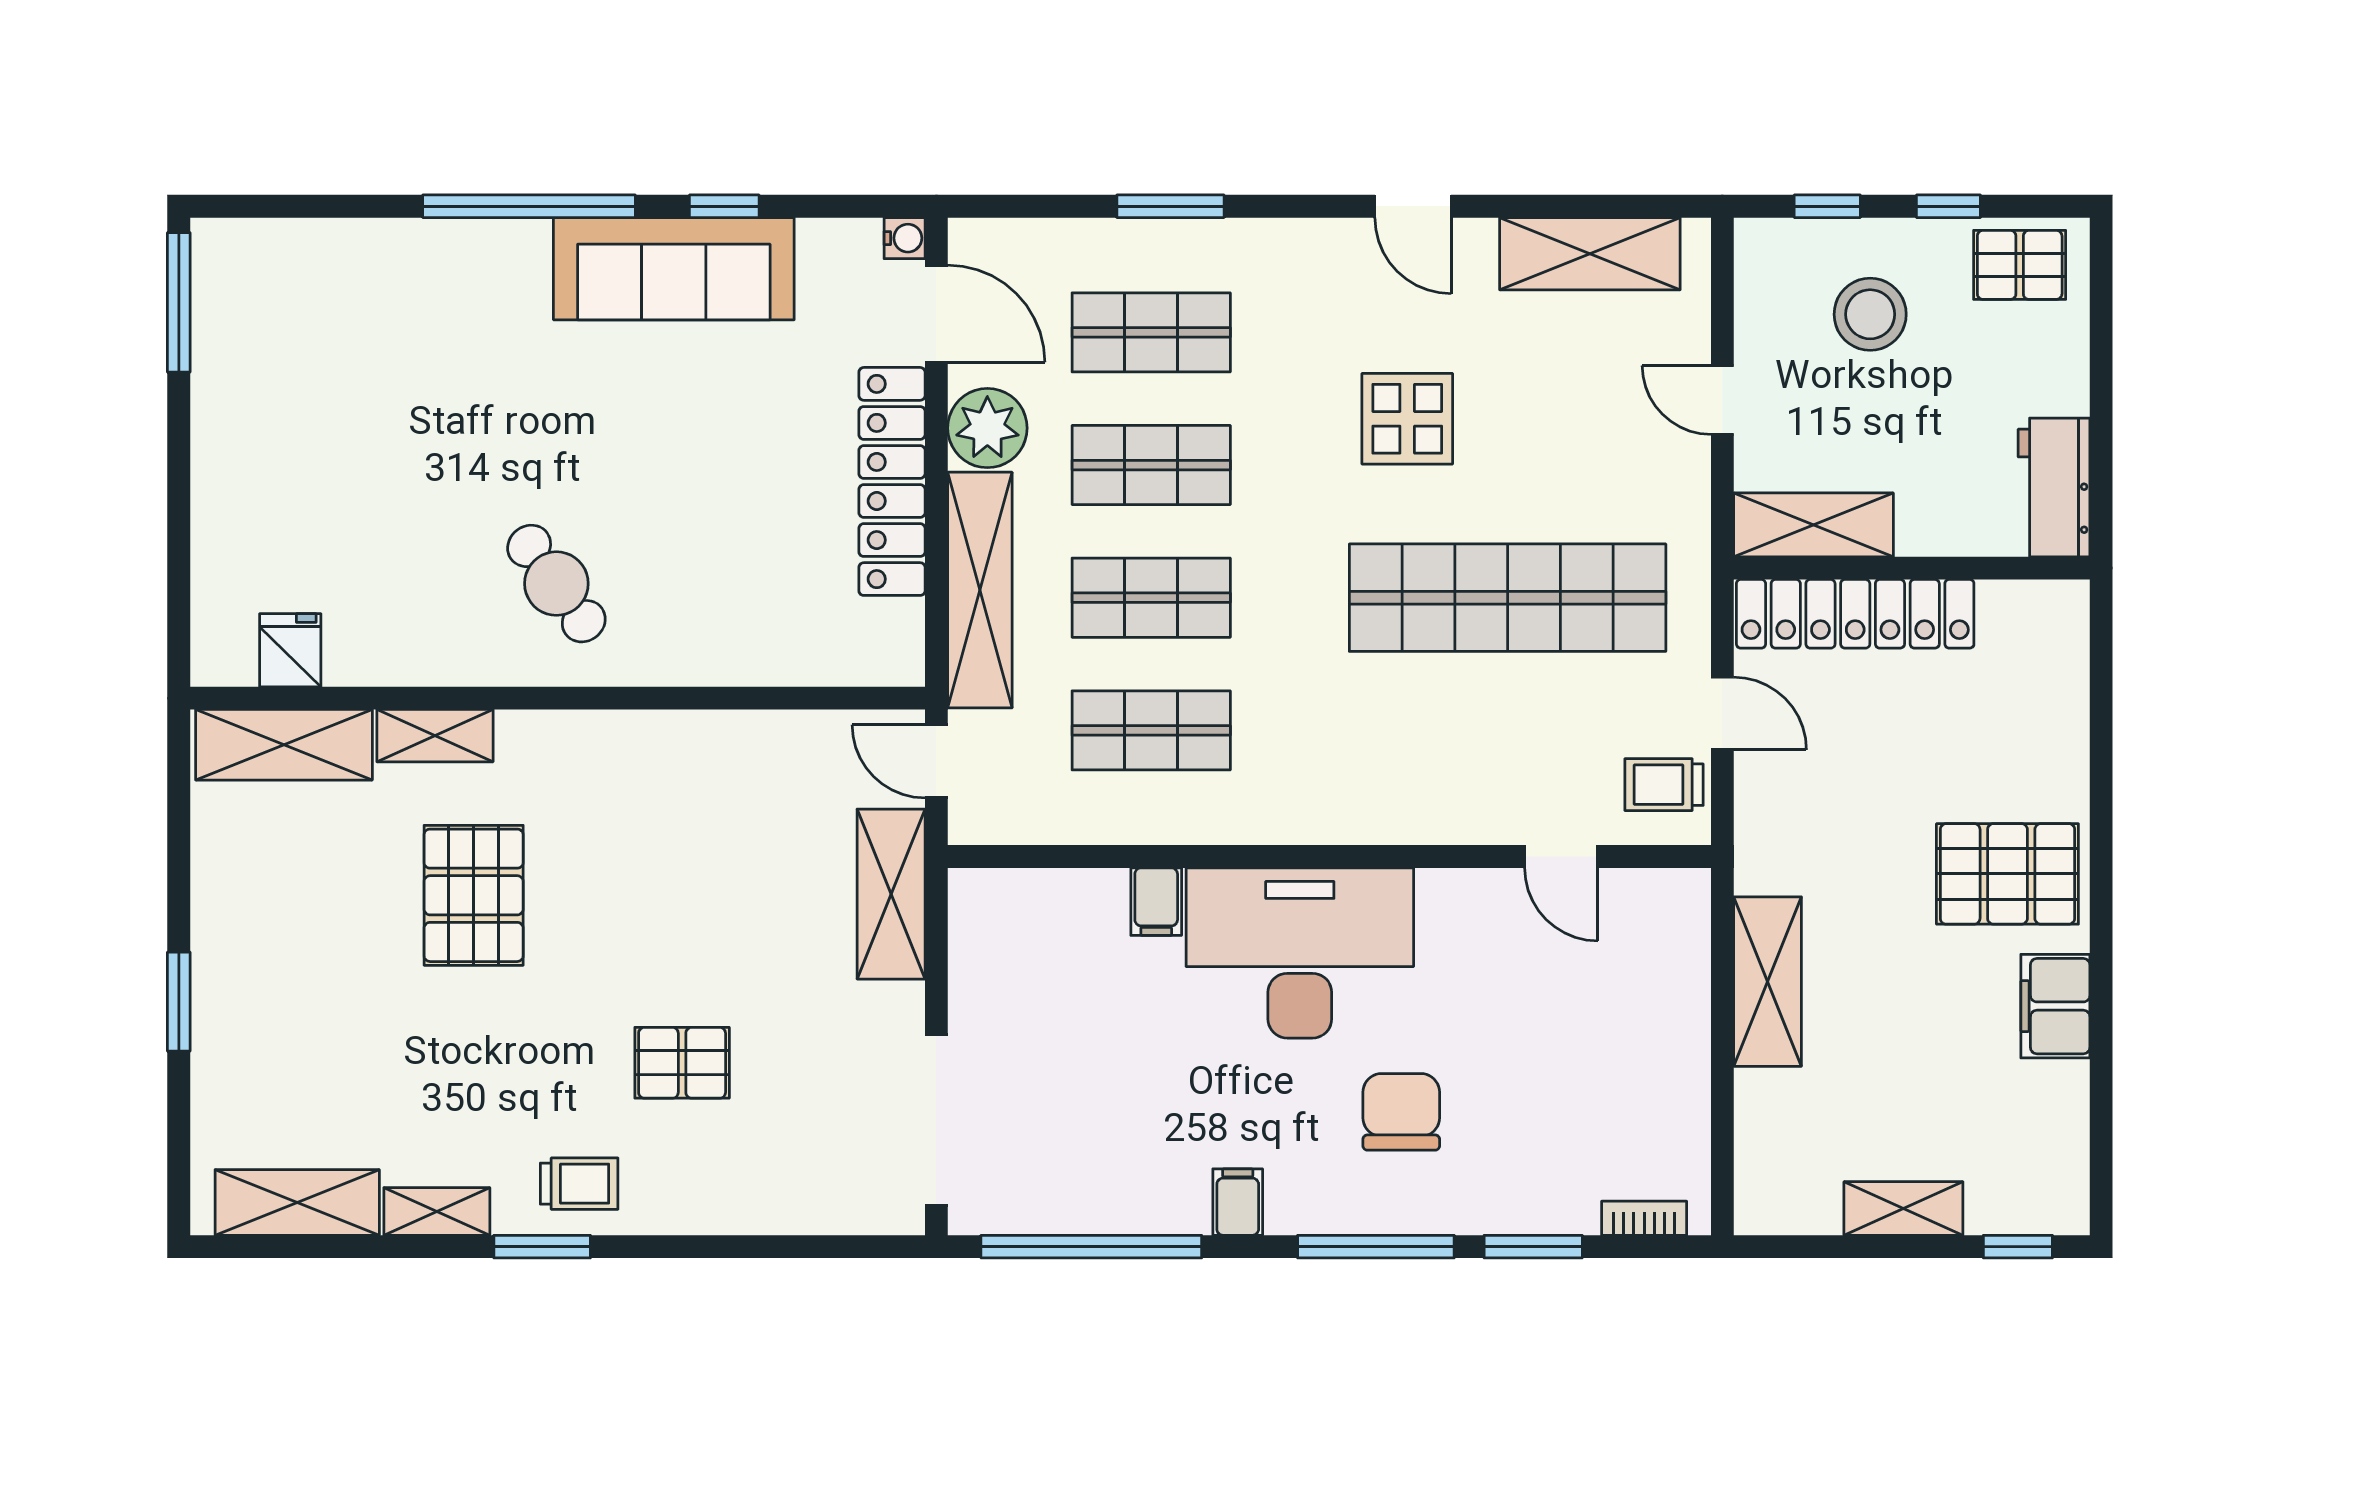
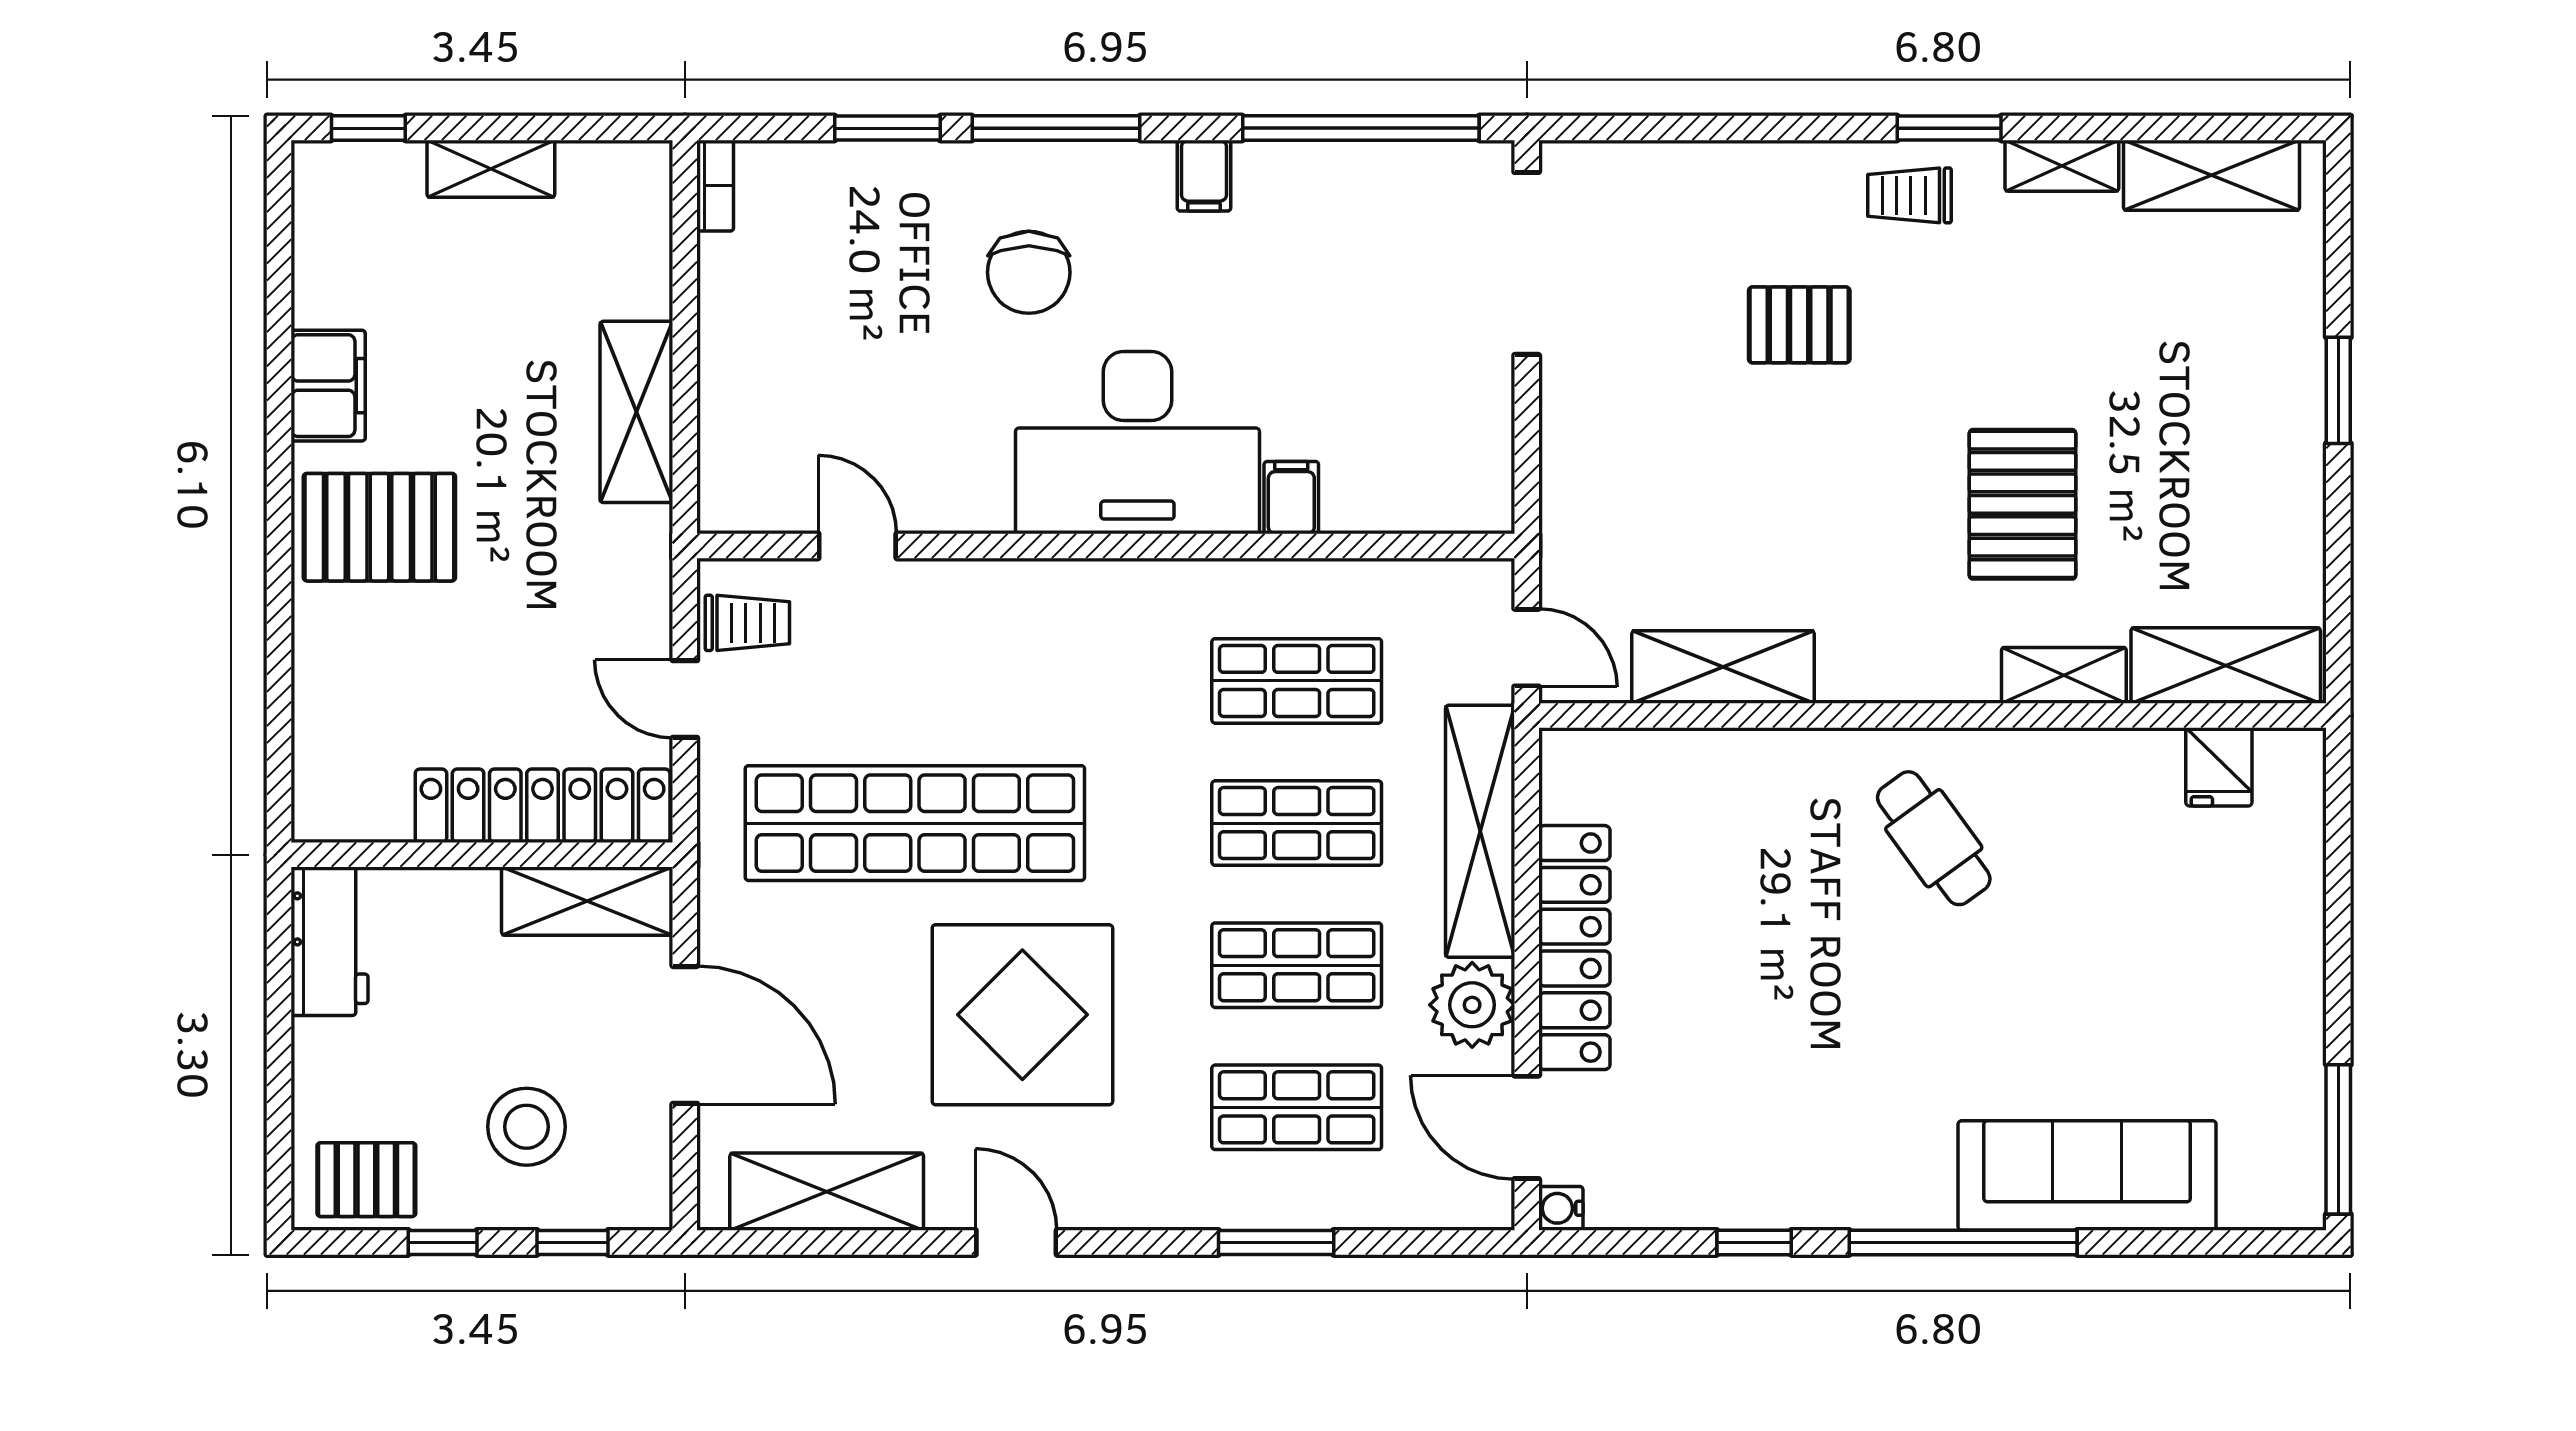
sofa: (674, 269) -> (2087, 1175), moved
door: (1722, 400) -> (685, 1035), width x1.88
display table: (1407, 419) -> (1022, 1015), width x1.86, depth x1.86
shelving: (891, 894) -> (1723, 667), moved, turned 90
bookcase: (1644, 1218) -> (715, 186), moved, turned -90

